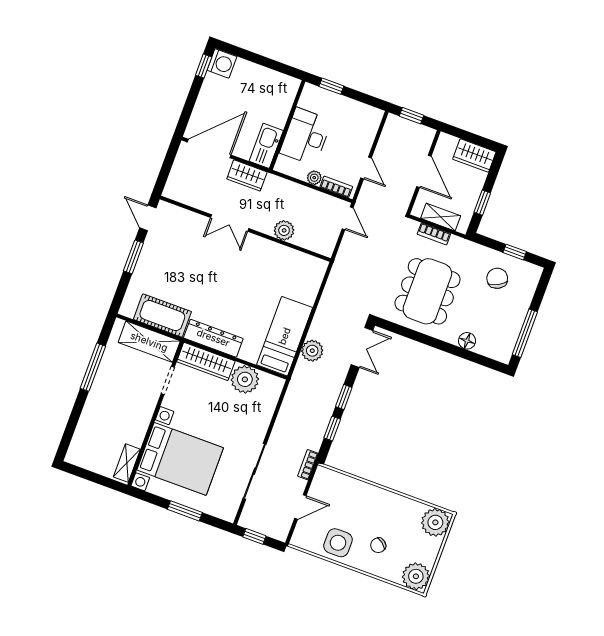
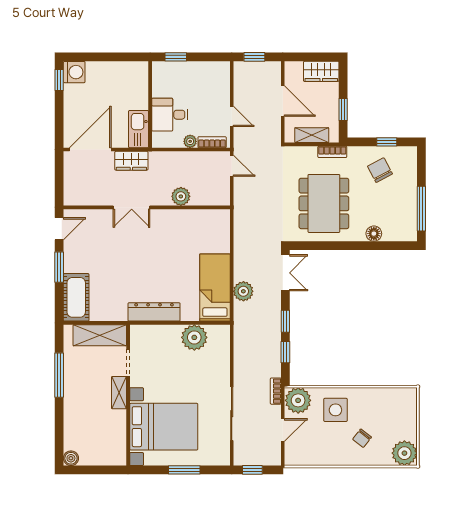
desk: (306, 136) -> (170, 115), width x0.73
door: (148, 218) -> (59, 229), swing flipped
bookcase: (434, 234) -> (332, 152), moved
cot: (162, 316) -> (76, 297), moved, turned 90
wardrobe: (206, 361) -> (155, 334), removed
boiler: (74, 456) -> (71, 458), added
shelving: (127, 463) -> (119, 393), moved
plant: (435, 522) -> (298, 400), moved
side table: (338, 543) -> (335, 410), moved

